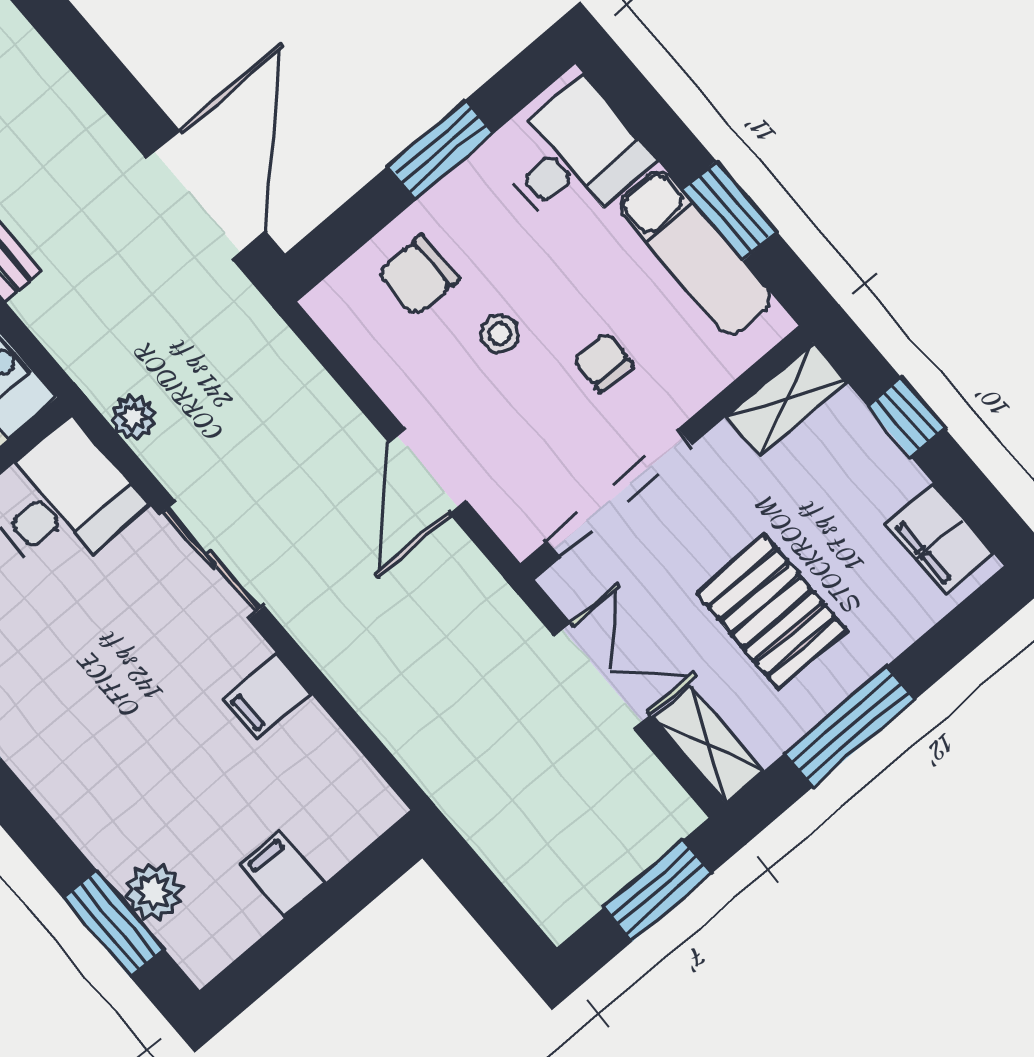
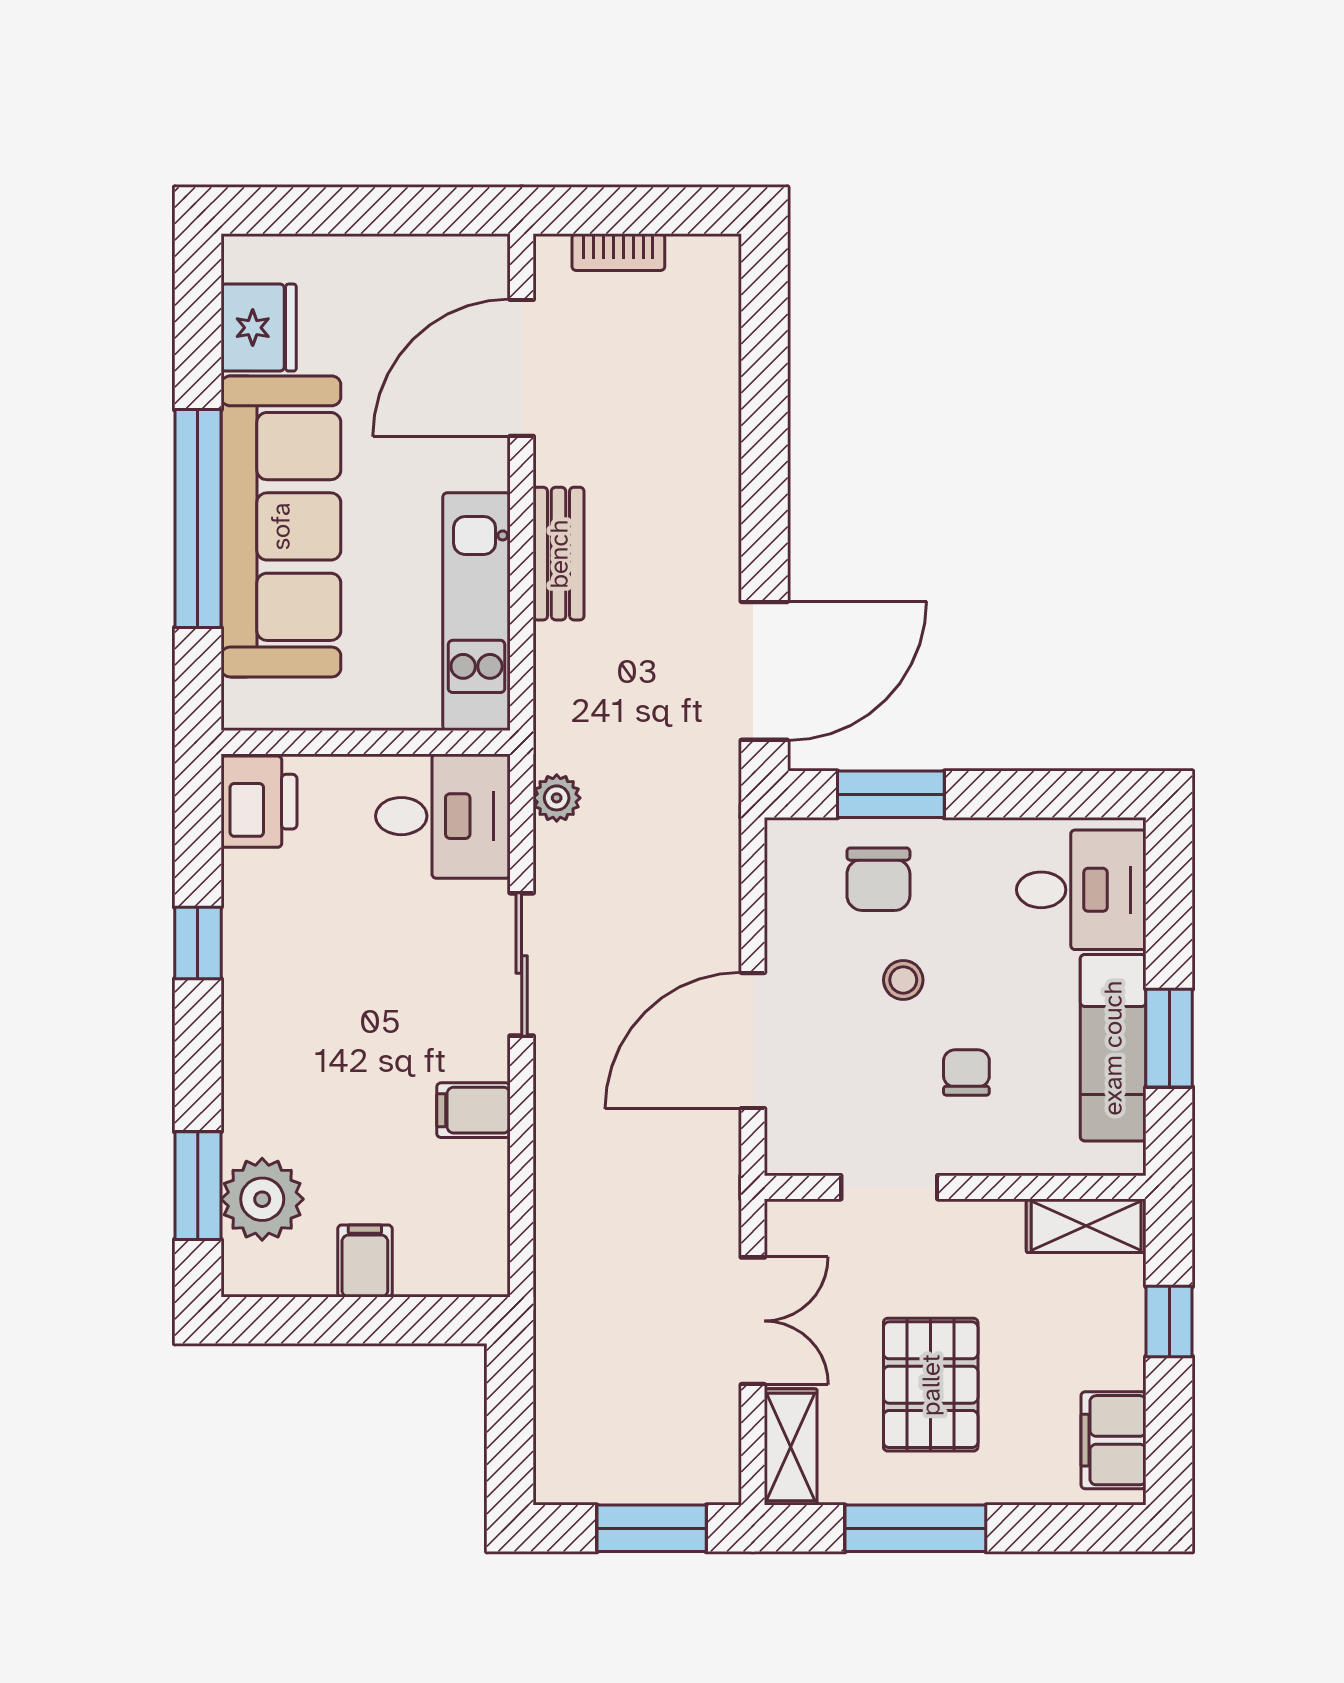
window: (441, 150) -> (891, 794), moved
chair: (419, 276) -> (878, 879), turned -90
door: (428, 472) -> (753, 1041), width x1.36
doorway: (619, 494) -> (889, 1187), width x0.53
plant: (154, 892) -> (262, 1199), width x1.36, depth x1.36

